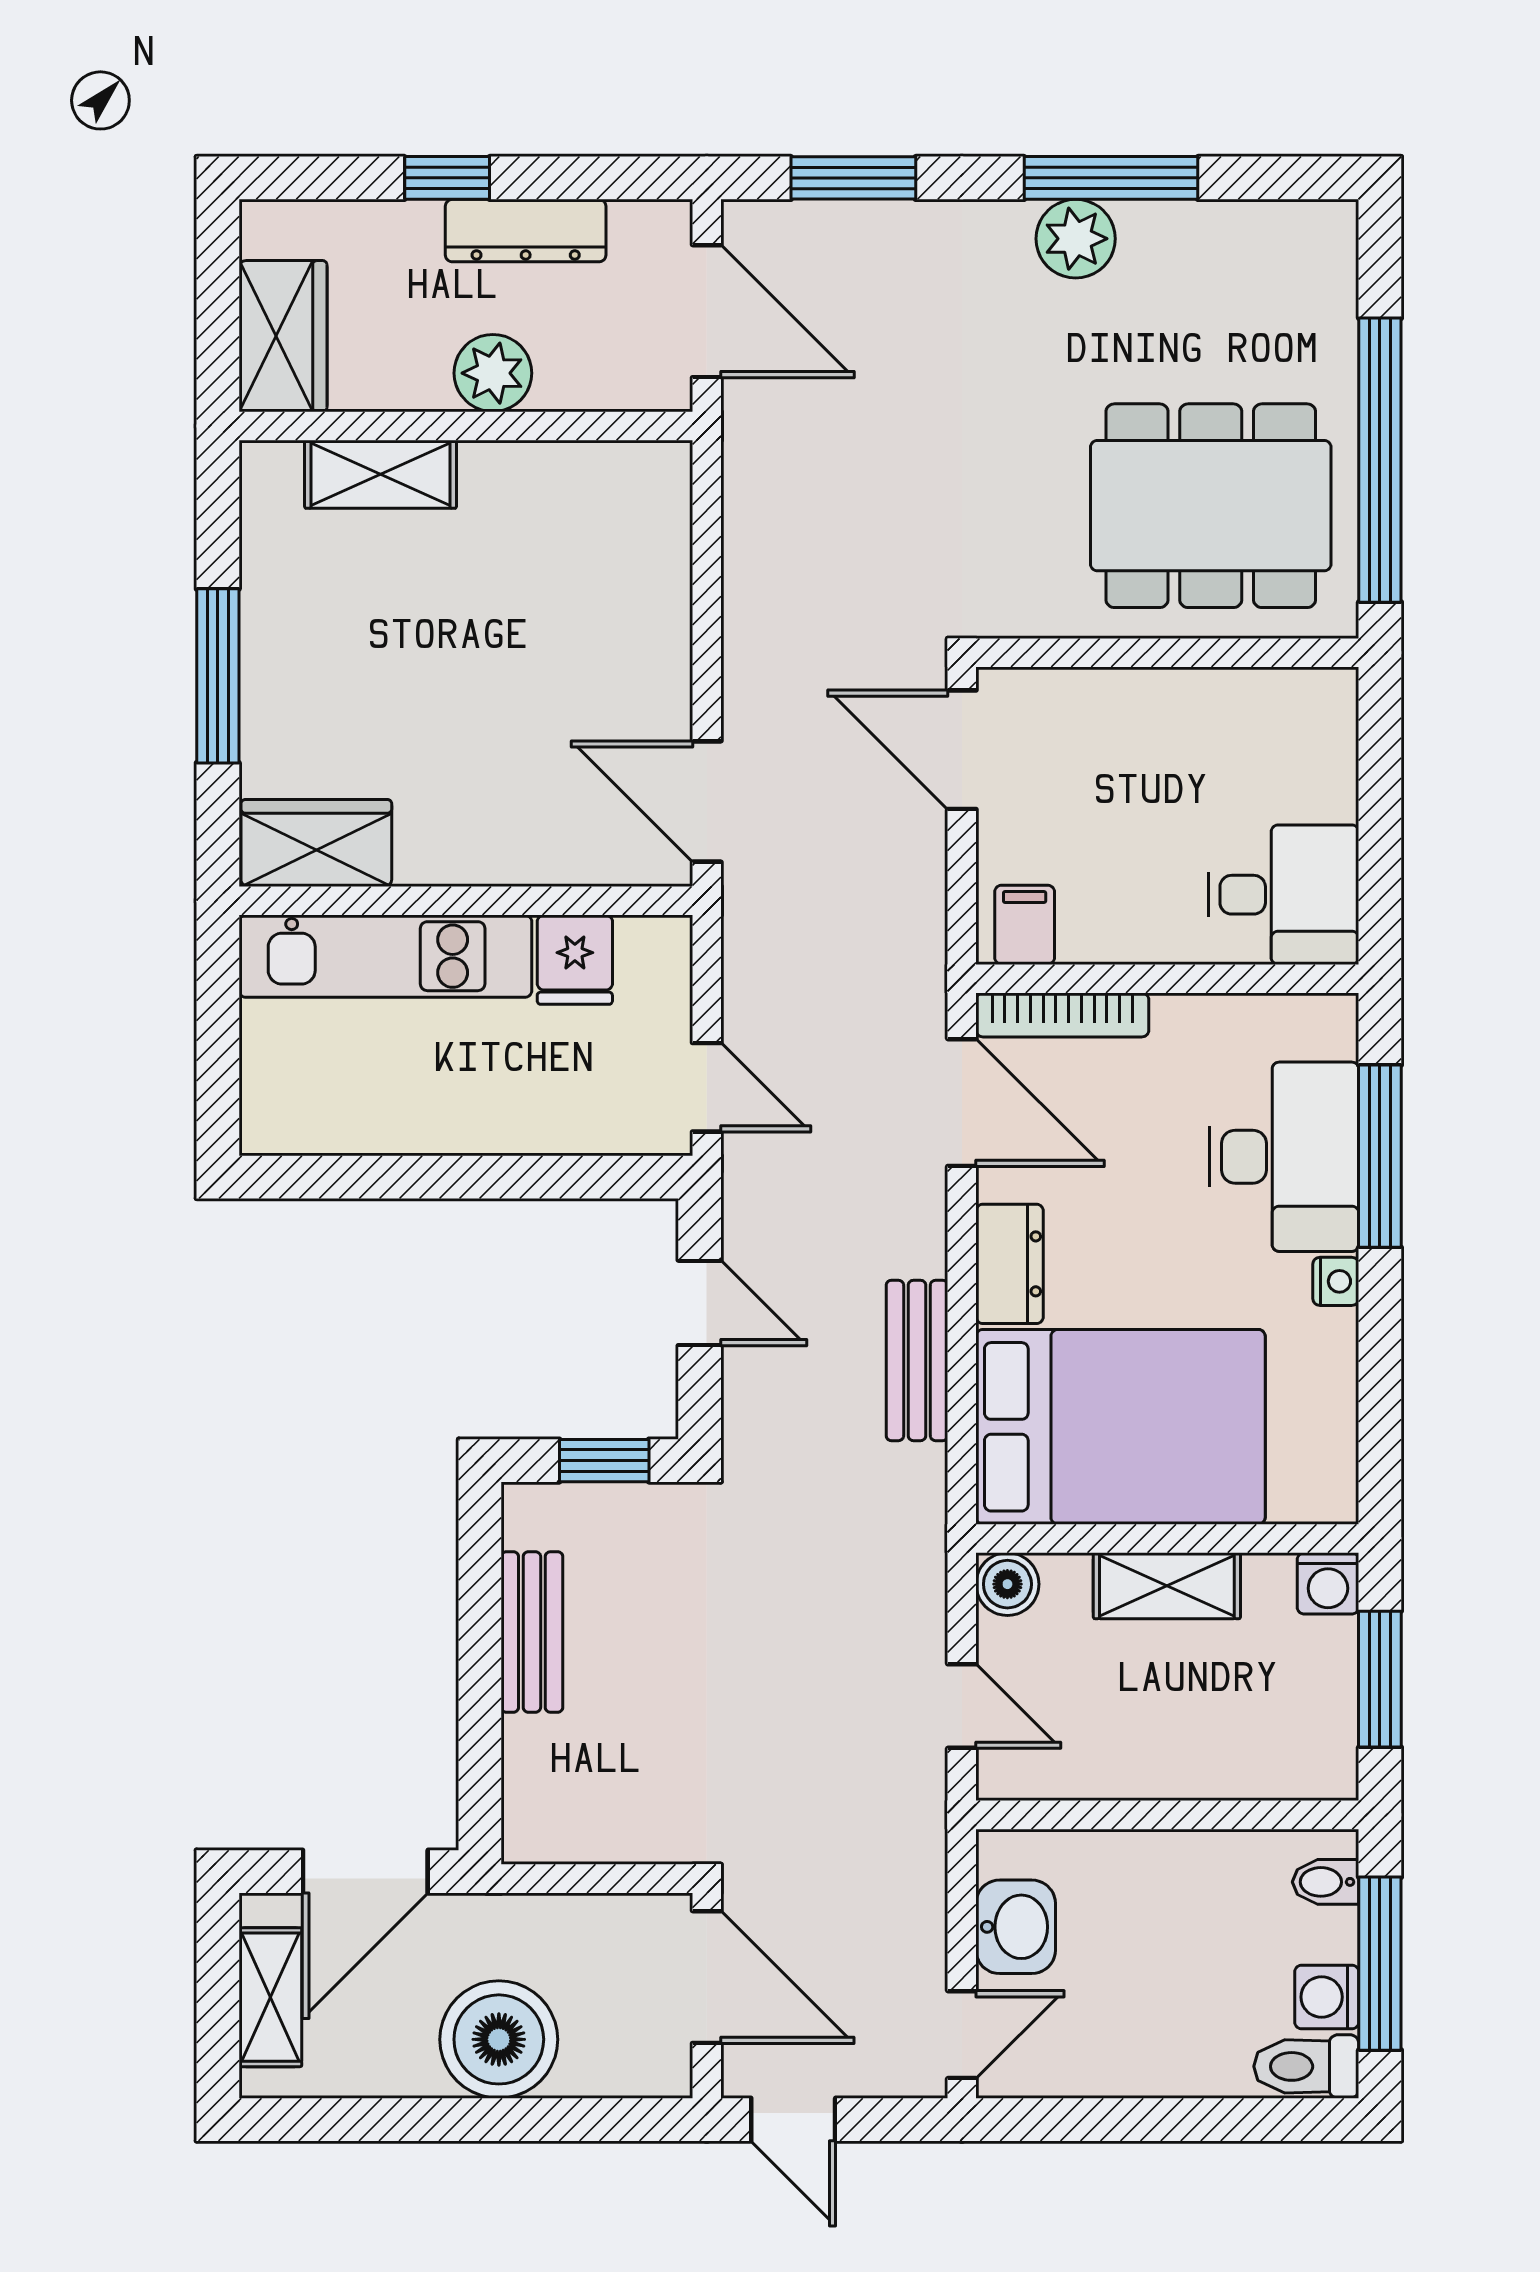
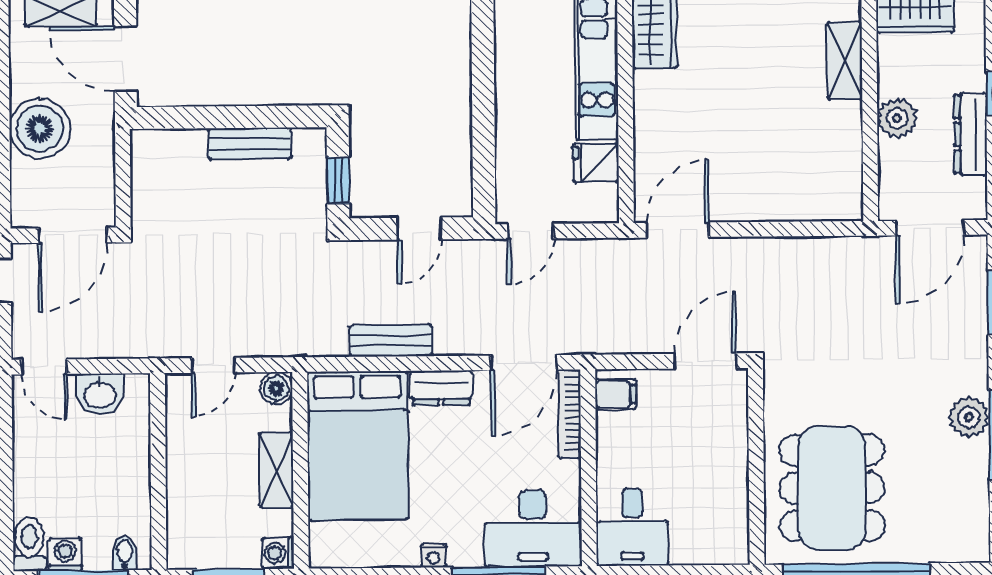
desk: (1284, 1157) -> (533, 528), moved

